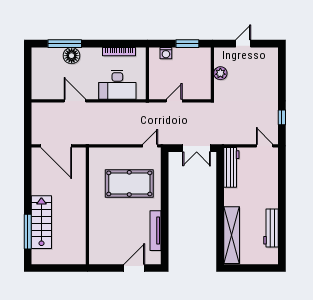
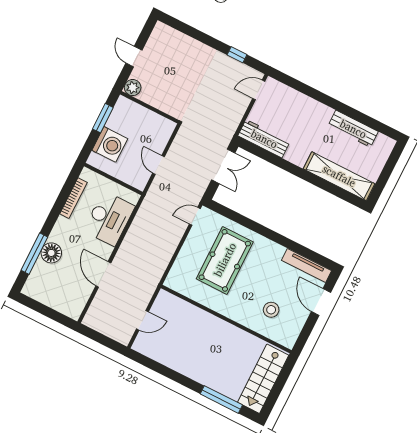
washing machine: (166, 53) -> (110, 144), width x1.89, depth x1.89
plant: (220, 73) -> (133, 88), moved
door: (75, 101) -> (103, 274), hinge flipped
door: (56, 146) -> (142, 320), width x0.53
door: (150, 146) -> (195, 216), hinge flipped
stairs: (41, 222) -> (263, 379), moved, turned -90
tv unit: (155, 231) -> (306, 265), moved
stool: (111, 235) -> (271, 310), added

